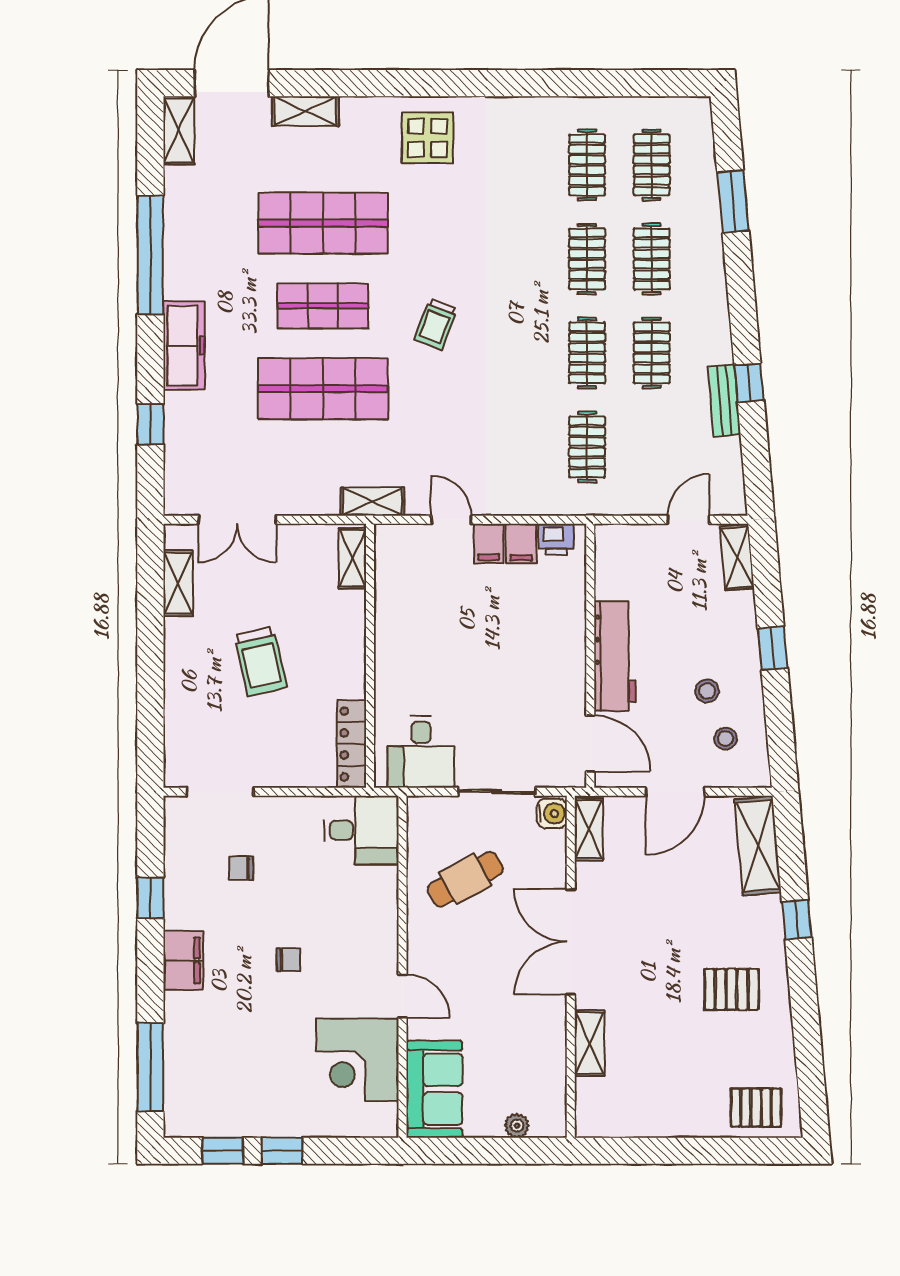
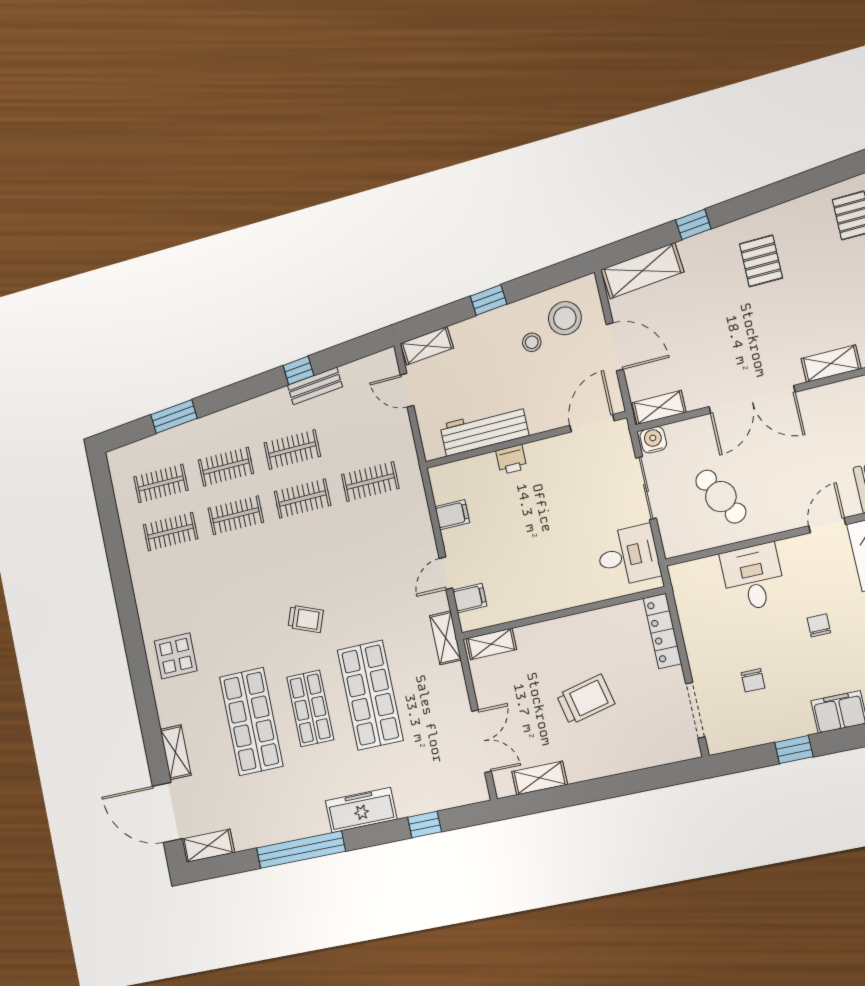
printer: (556, 539) -> (511, 460), moved, turned 90
filing cabinet: (489, 543) -> (470, 598), moved
workbench: (615, 656) -> (484, 430), moved
stool: (726, 739) -> (565, 318), width x1.89, depth x1.89
locker: (352, 744) -> (662, 631), moved, turned 90
desk: (361, 830) -> (753, 577), moved

